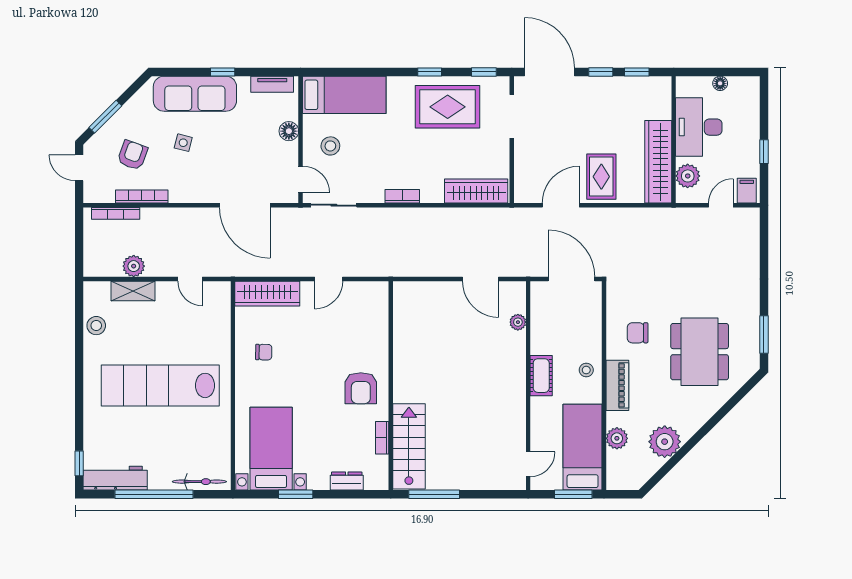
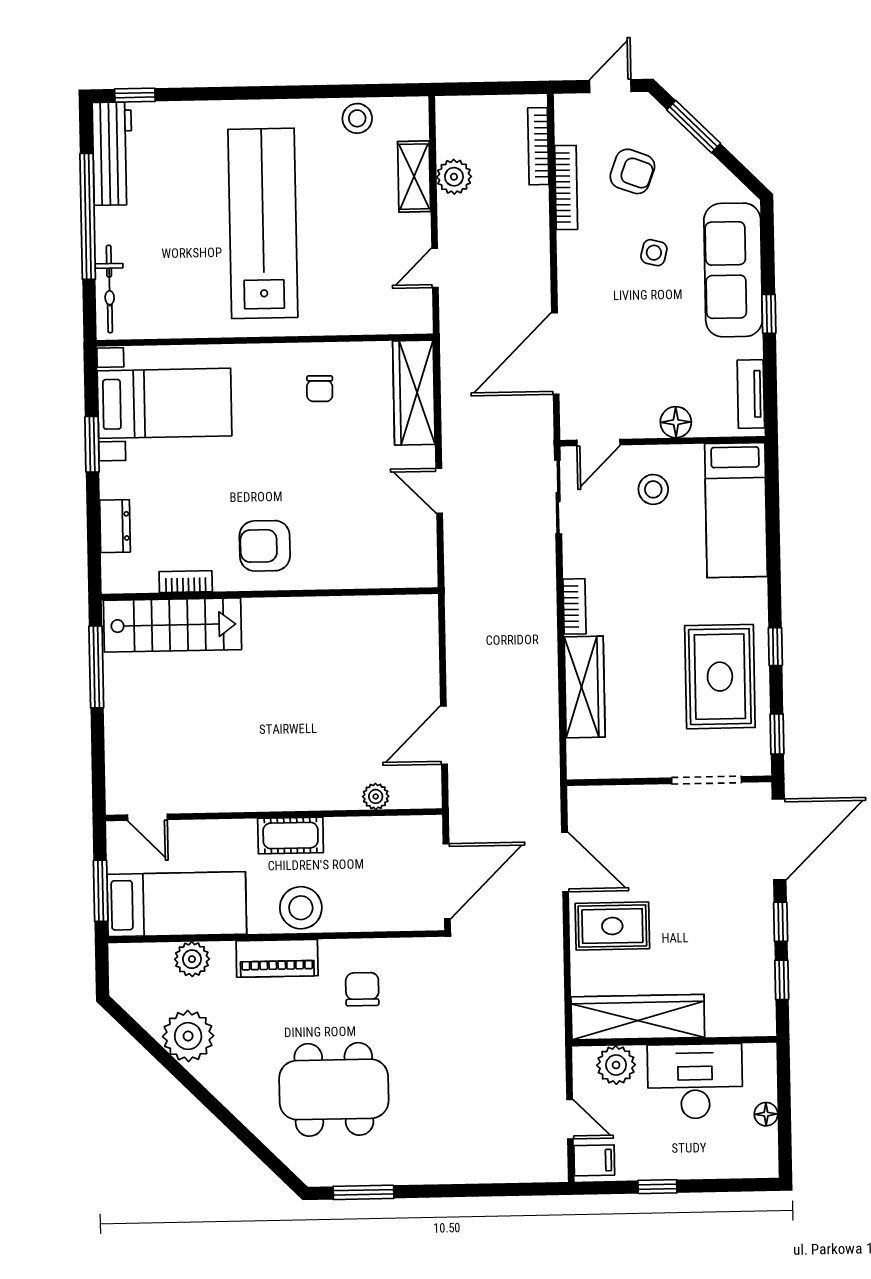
wardrobe: (476, 191) -> (585, 687), moved
stool: (586, 370) -> (301, 908), width x1.89, depth x1.89

